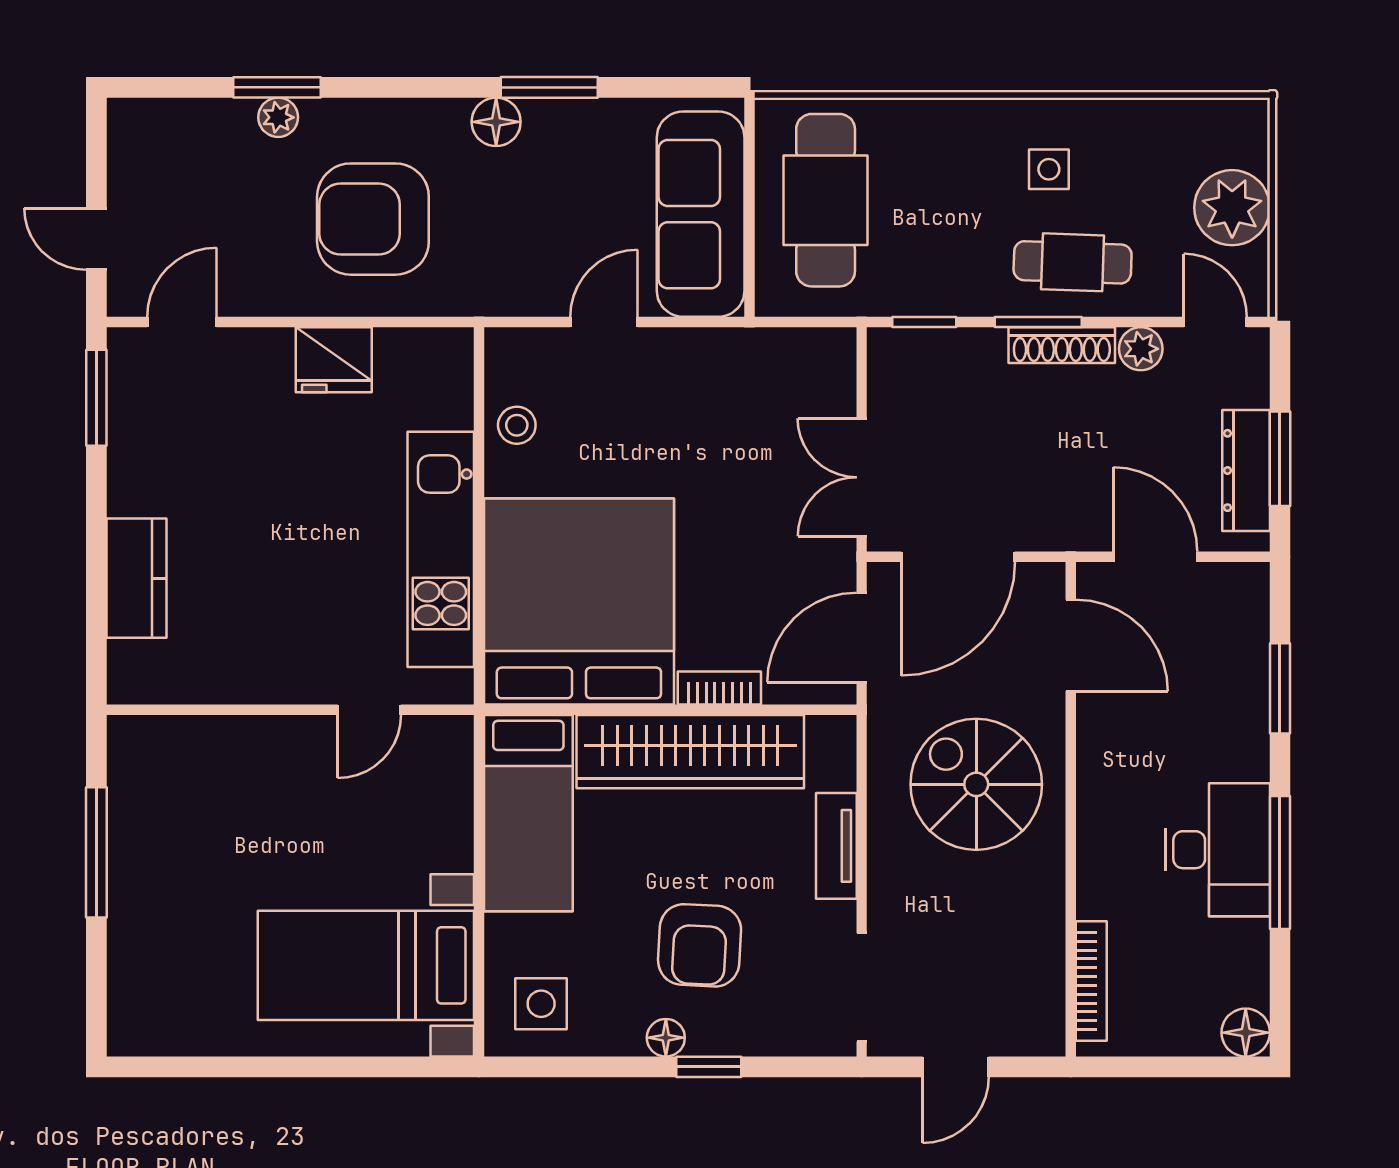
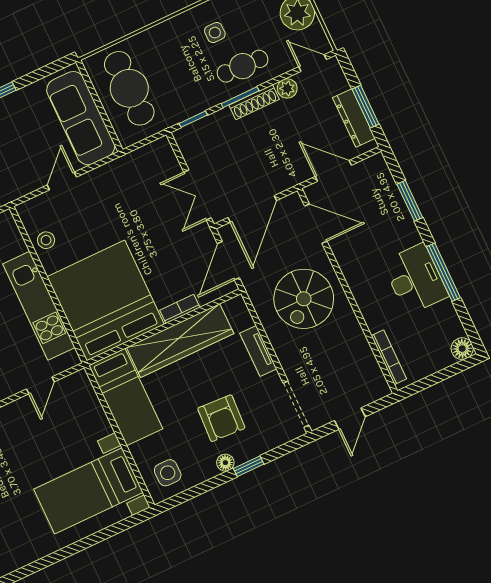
spiral stairs: (976, 784) -> (304, 299), turned -90

